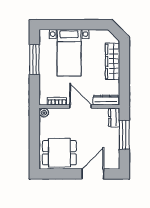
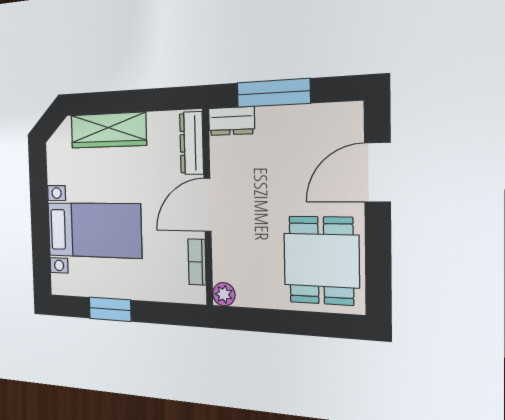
window: (34, 60) -> (110, 309), width x0.69
door: (93, 174) -> (377, 172), hinge flipped

